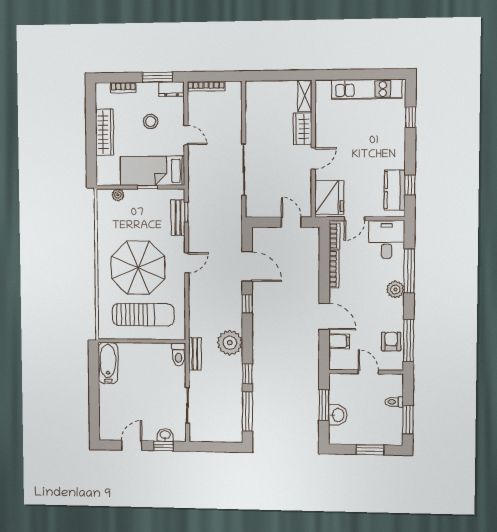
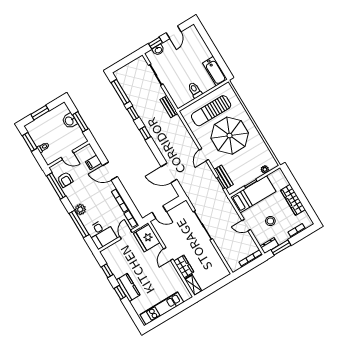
window: (411, 117) -> (120, 292), moved
kitchen counter: (395, 190) -> (128, 287), moved
window: (247, 304) -> (145, 133), moved
plant: (230, 343) -> (153, 125), removed
toilet: (179, 355) -> (195, 90), moved

